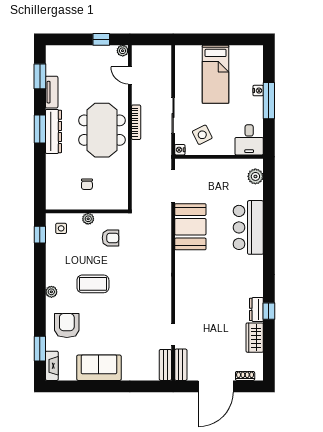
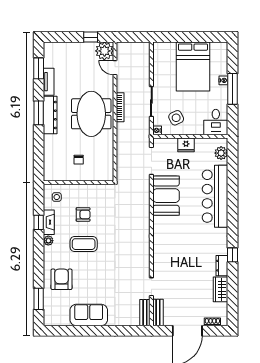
plant: (123, 51) -> (104, 51), width x1.88, depth x1.88
bed: (216, 74) -> (193, 67), width x1.50
fridge: (214, 167) -> (186, 145), added
plant: (88, 219) -> (80, 189), removed
bar counter: (248, 227) -> (215, 196), width x1.36
window: (40, 235) -> (39, 222), moved
armchair: (110, 238) -> (83, 214), moved
plant: (51, 292) -> (48, 241), moved
window: (269, 311) -> (233, 255), moved
fireplace: (52, 366) -> (49, 222), moved

